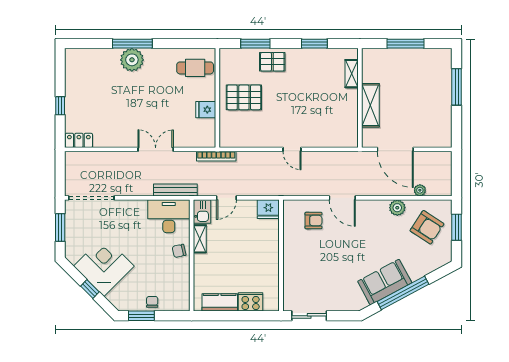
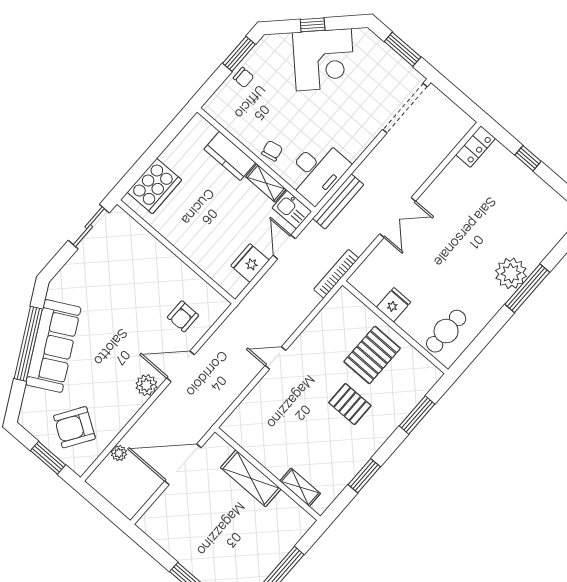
pallet: (272, 62) -> (350, 404), moved, turned 90
plant: (397, 208) -> (146, 385), moved
fridge: (268, 209) -> (250, 263), moved
sofa: (385, 282) -> (53, 346), width x1.36
kitchen counter: (220, 302) -> (230, 156), moved, turned 90
cooker: (251, 302) -> (154, 186), width x1.37, depth x1.31

